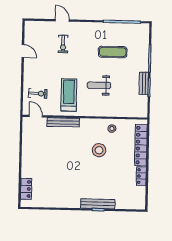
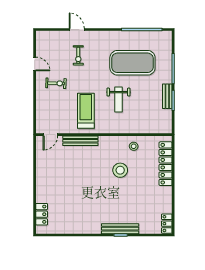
exercise mat: (113, 52) -> (132, 63), width x2.00, depth x1.45
weight bench: (99, 85) -> (118, 100), turned -90
exercise bike: (38, 93) -> (56, 83), moved
door: (36, 116) -> (50, 135), swing flipped
locker: (141, 176) -> (167, 224), moved

